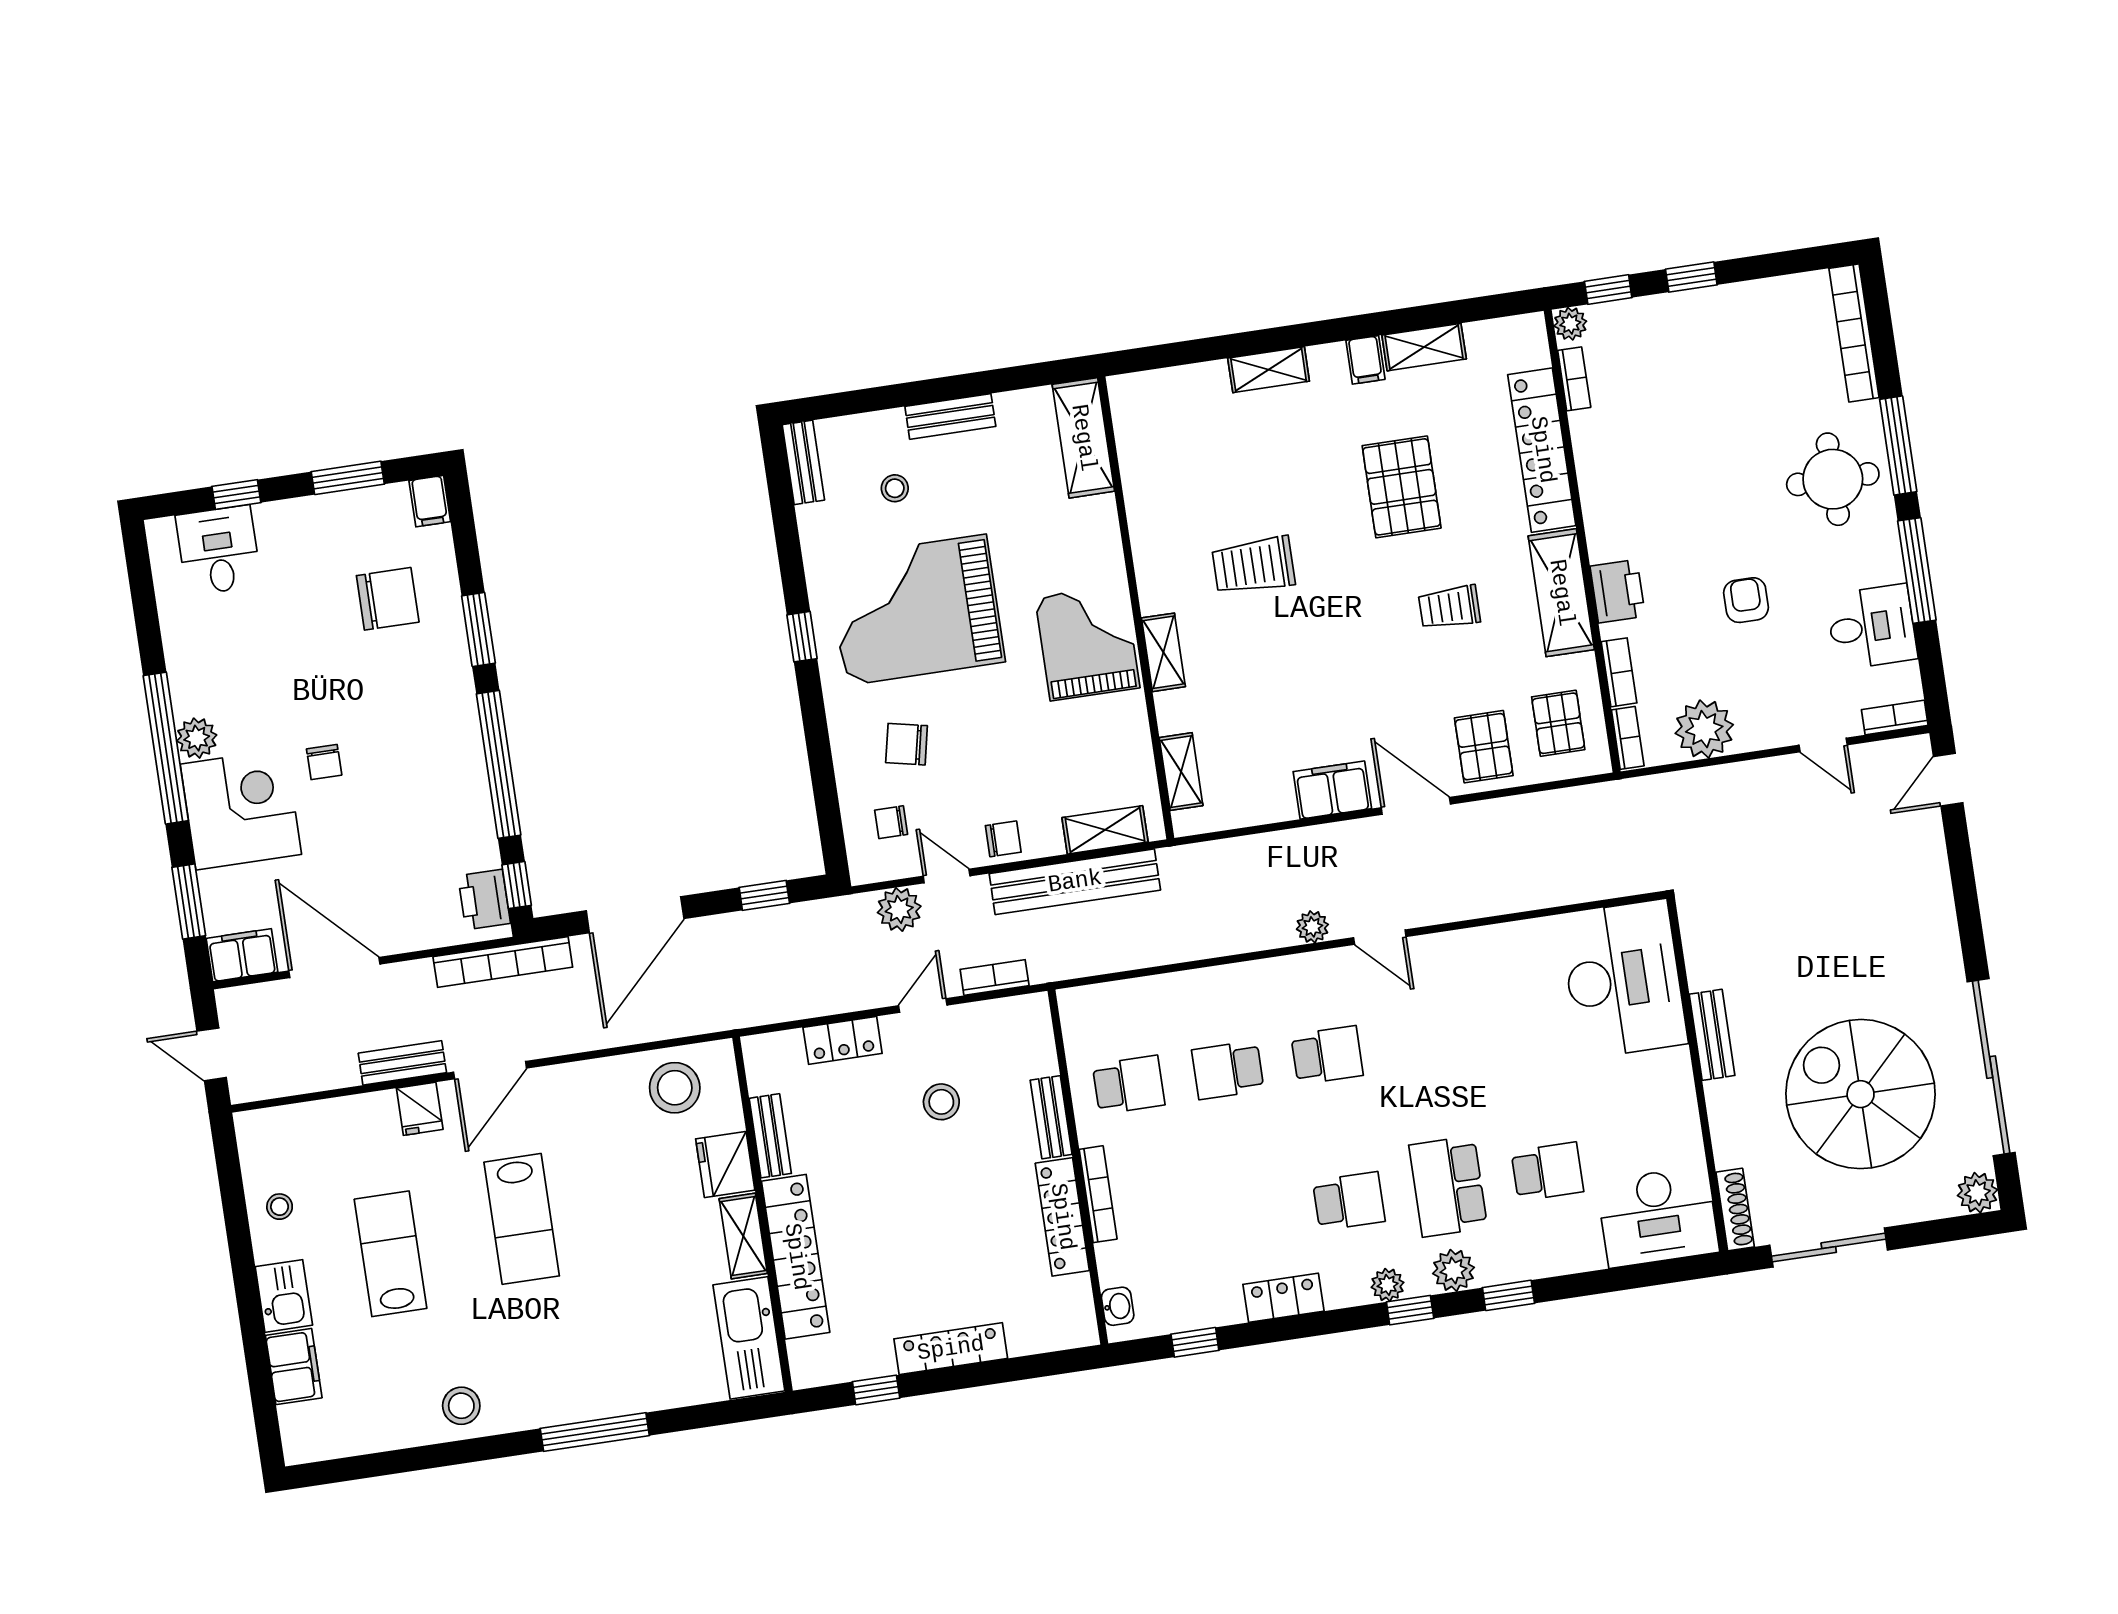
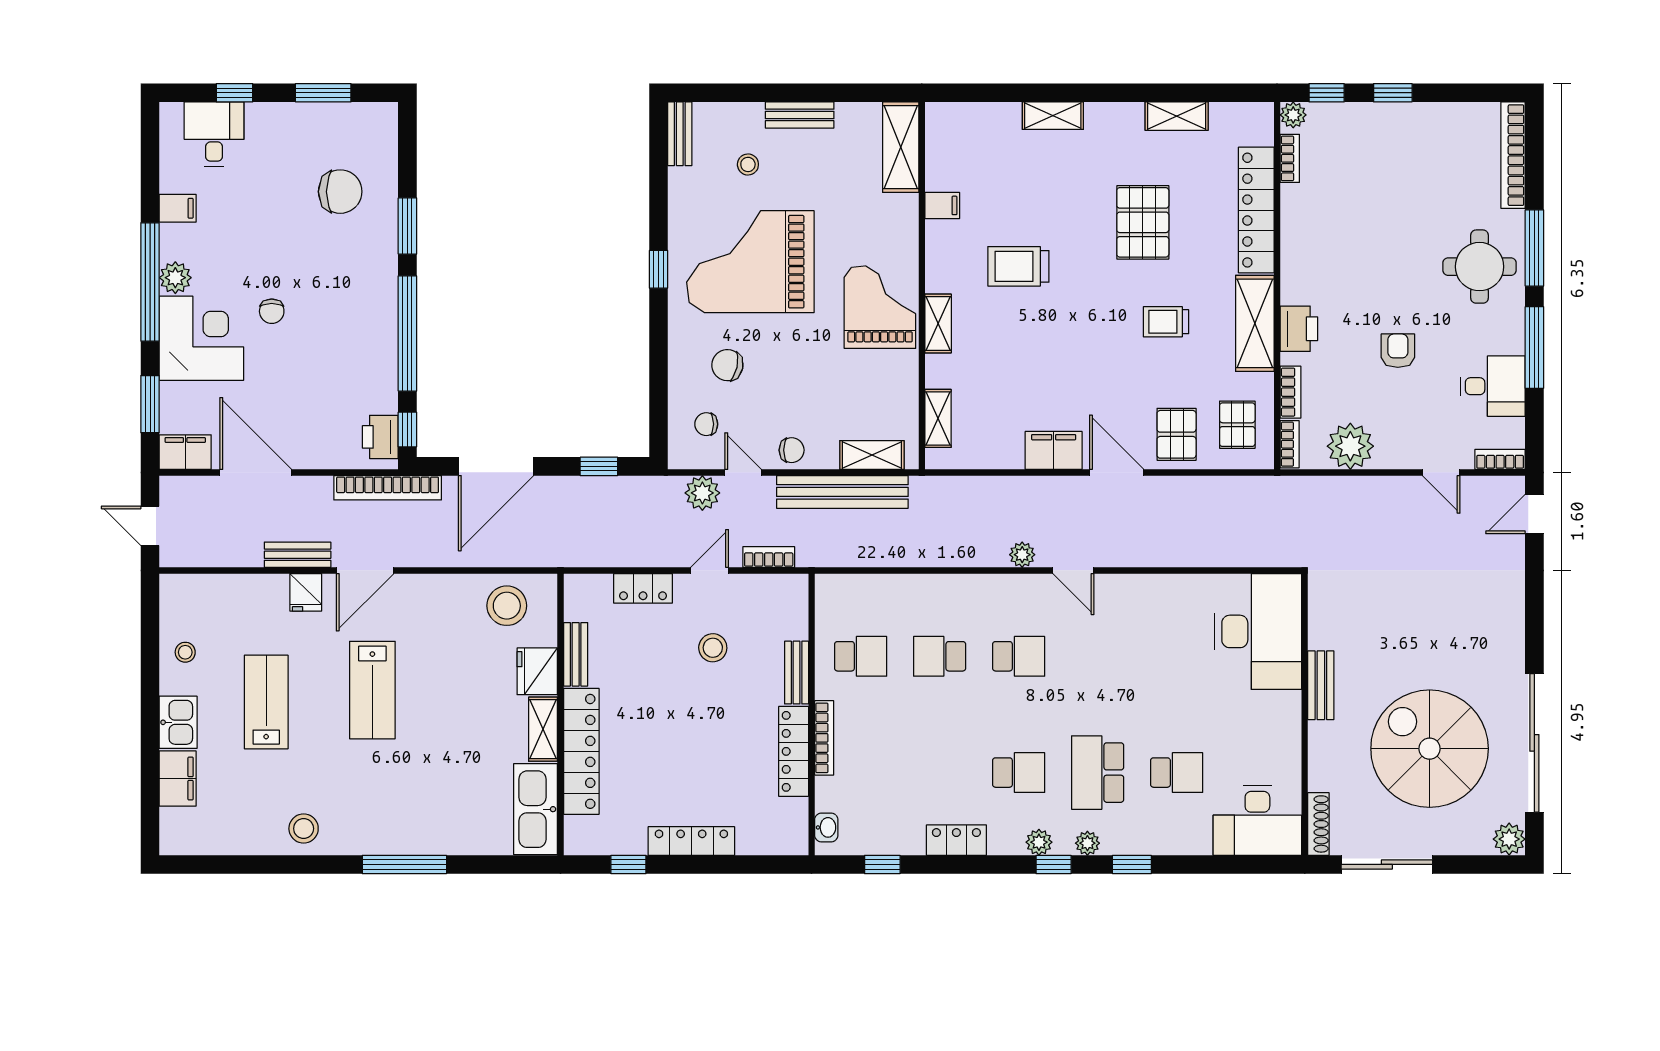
filing cabinet: (1365, 360) -> (942, 205), moved, turned -90
filing cabinet: (430, 501) -> (178, 208), moved, turned -90
plant: (1453, 1270) -> (1087, 843), width x0.73, depth x0.73

